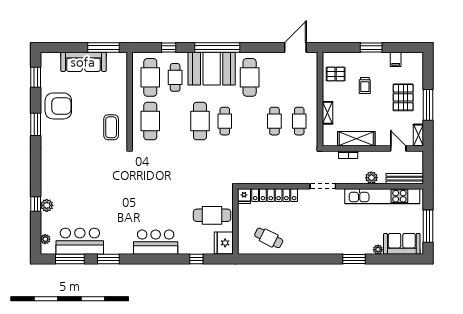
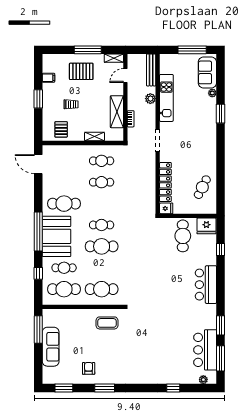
armchair: (58, 106) -> (89, 368), width x0.53, depth x0.53
kitchen unit: (382, 196) -> (166, 98), width x0.73
plant: (47, 205) -> (174, 378), removed

